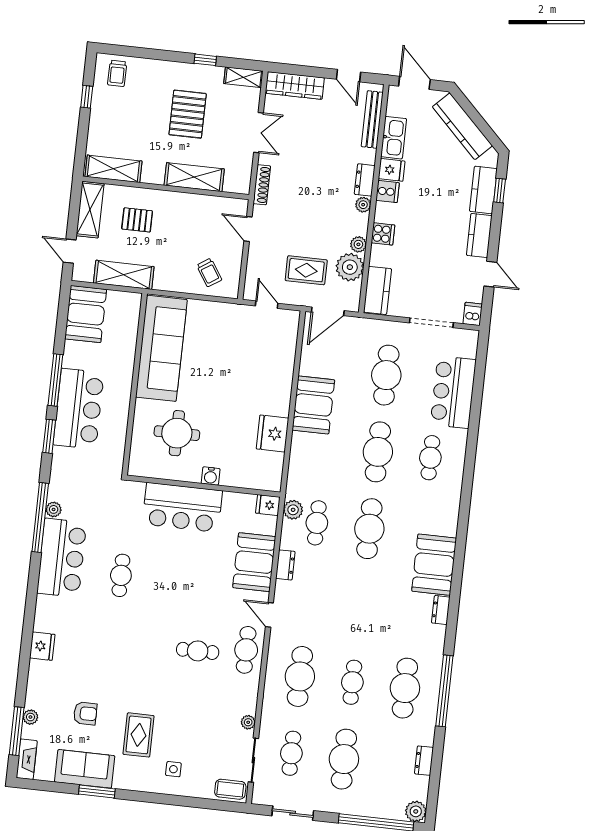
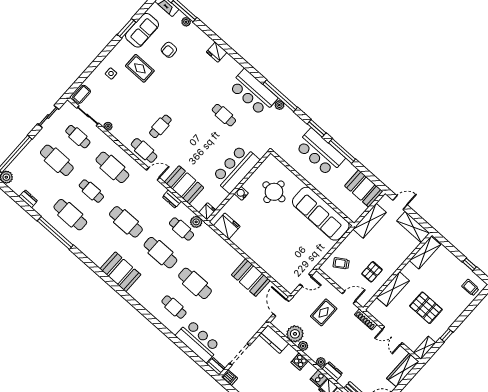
pallet: (137, 220) -> (372, 272), moved
rug: (306, 270) -> (324, 312), moved
cafe table: (386, 375) -> (126, 222), moved
booth: (313, 405) -> (251, 278), moved
fridge: (273, 433) -> (227, 226), moved
dresser: (441, 610) -> (216, 366), moved

